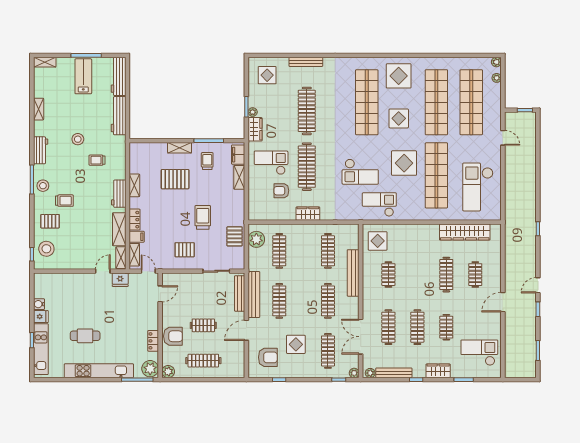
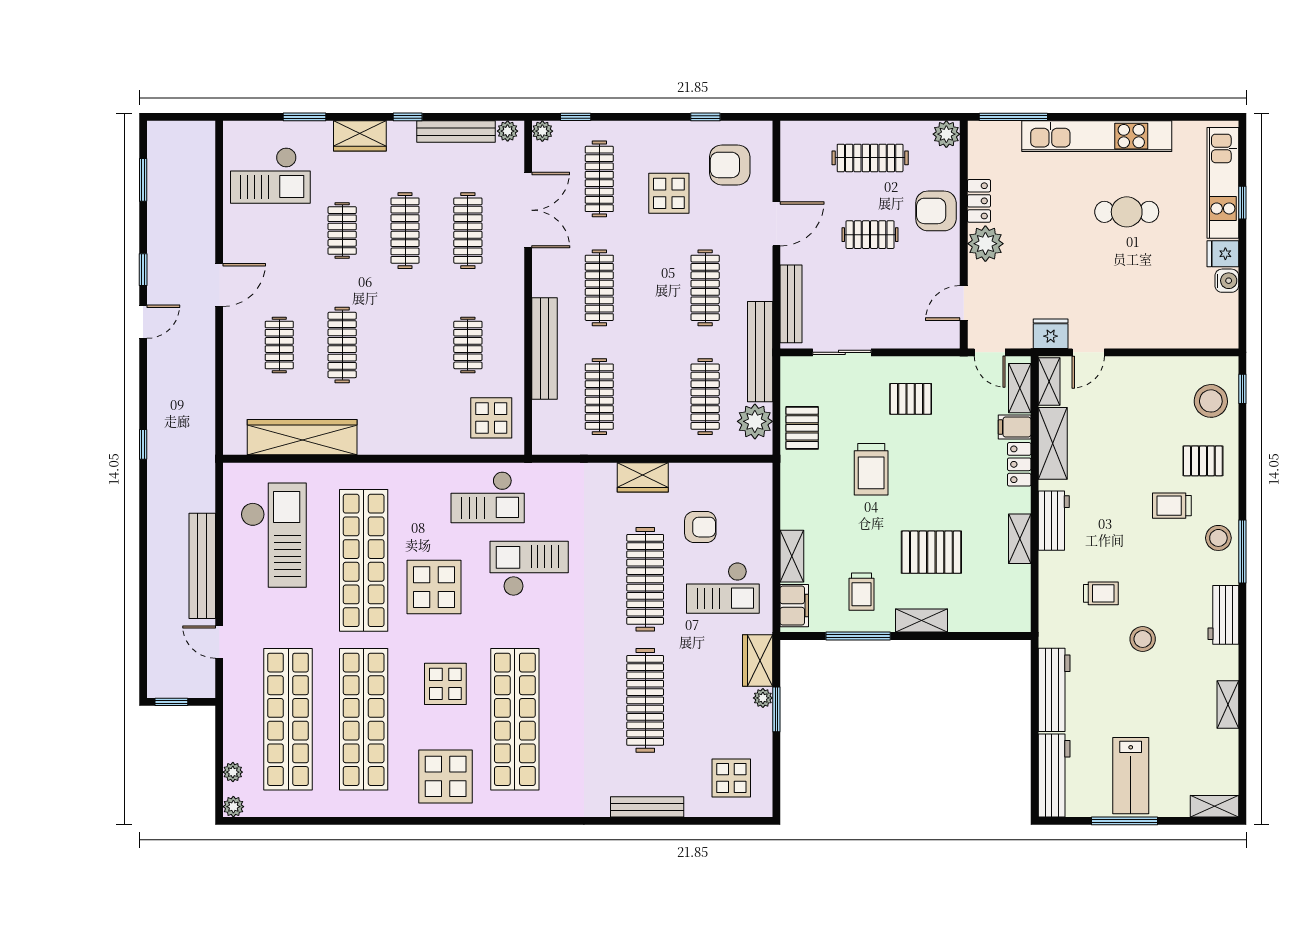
bench: (511, 173) -> (202, 566), added
bench: (254, 295) -> (760, 352), moved
plant: (150, 369) -> (985, 244), moved

